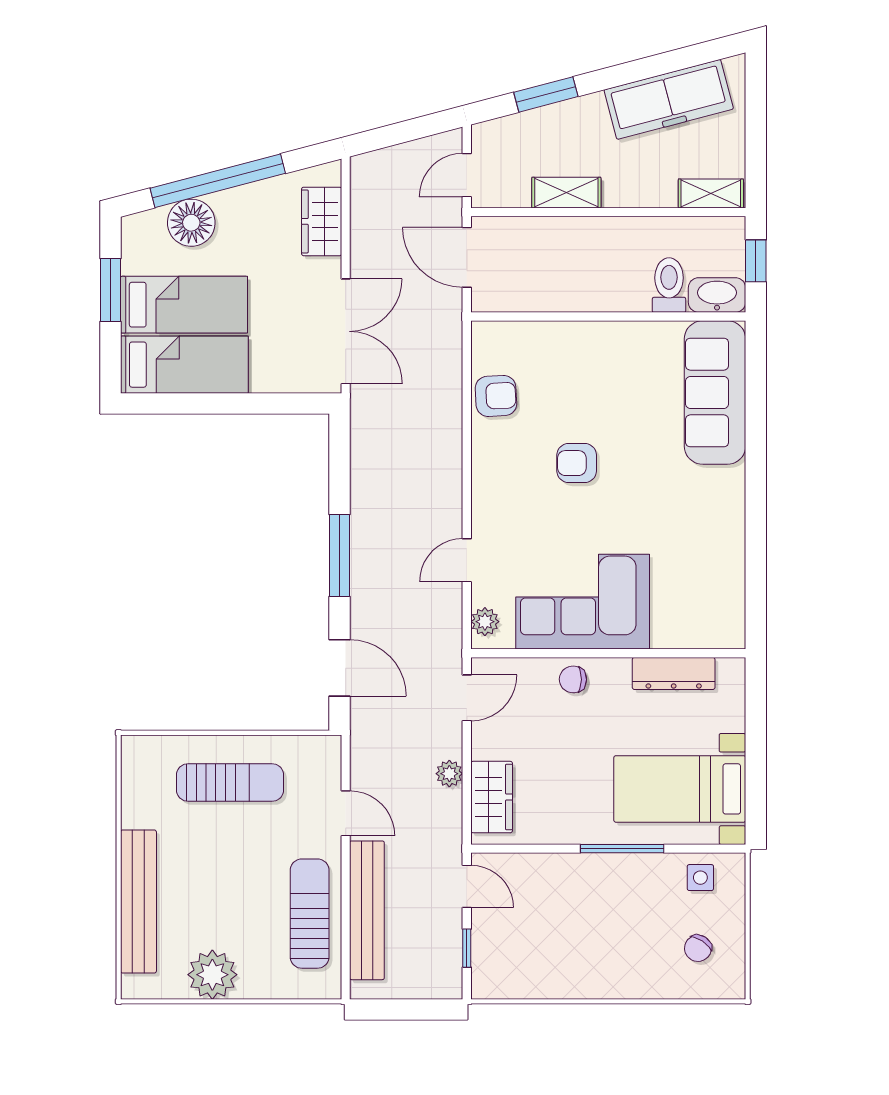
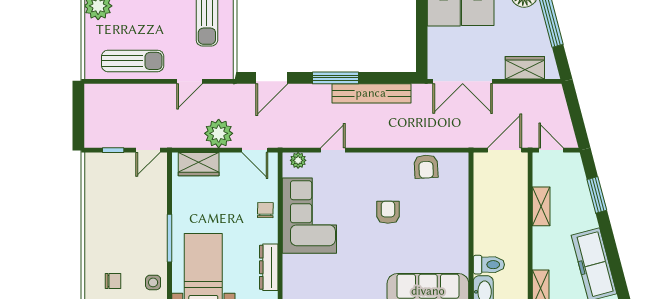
door: (467, 560) -> (333, 150), hinge flipped
plant: (449, 774) -> (219, 133), width x1.88, depth x1.88
bench: (367, 910) -> (371, 93), moved
chair: (698, 948) -> (113, 281), turned 146

